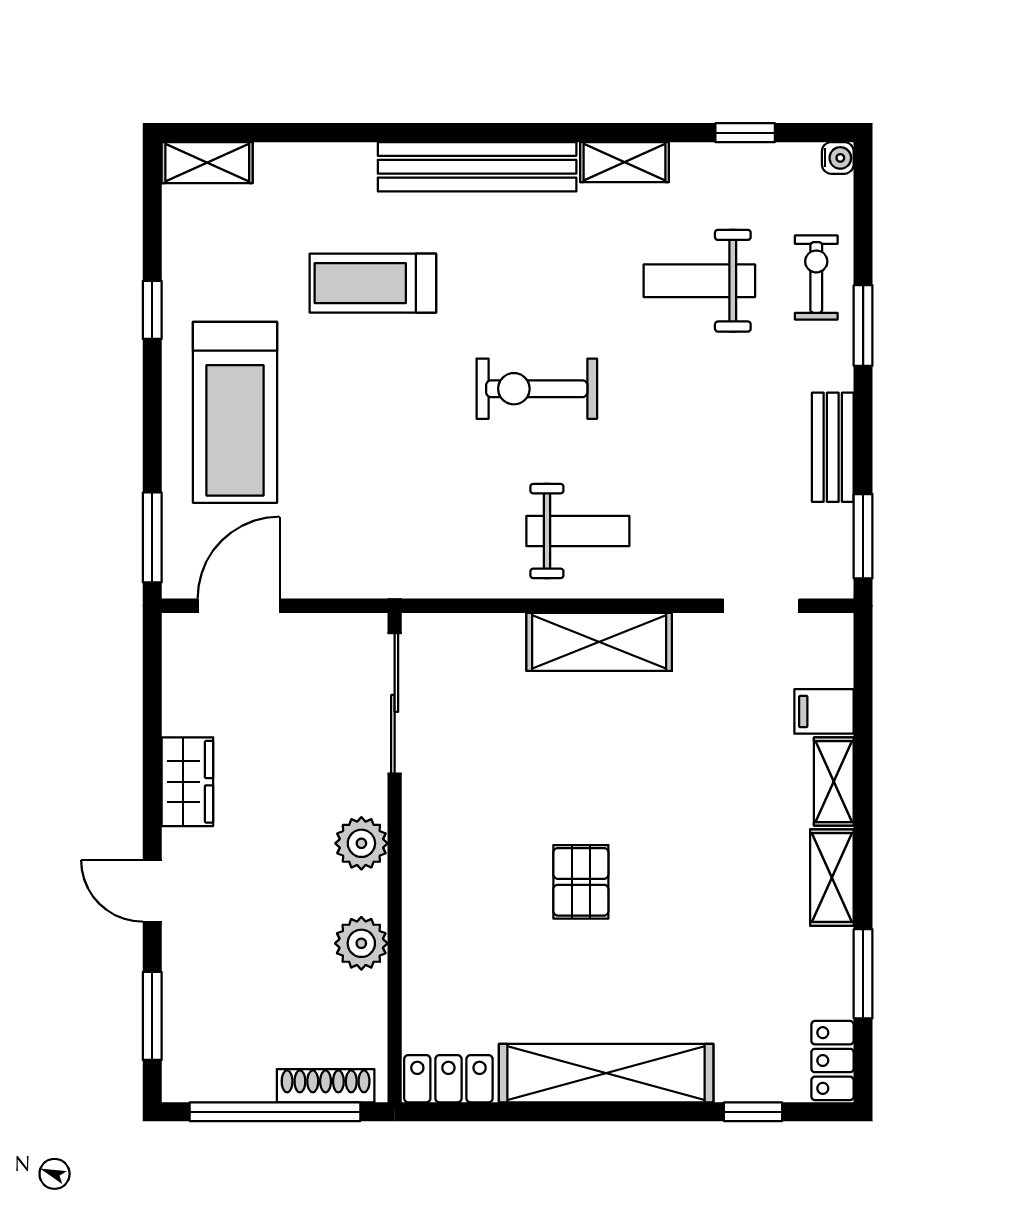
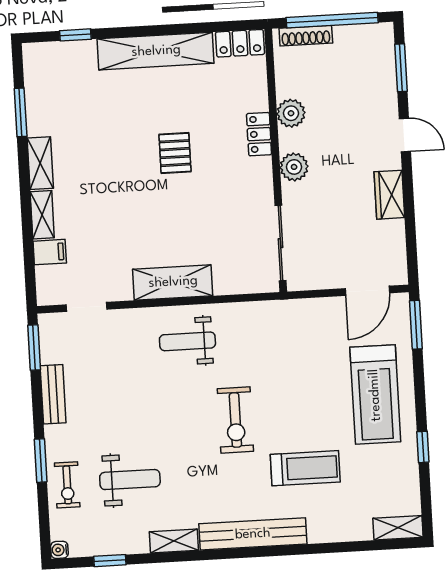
exercise bike: (537, 389) -> (235, 420), moved, turned 90
treadmill: (235, 412) -> (375, 395), turned 180
locker: (833, 1061) -> (259, 134), moved, turned 180

